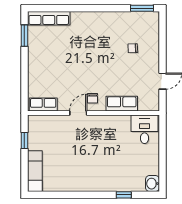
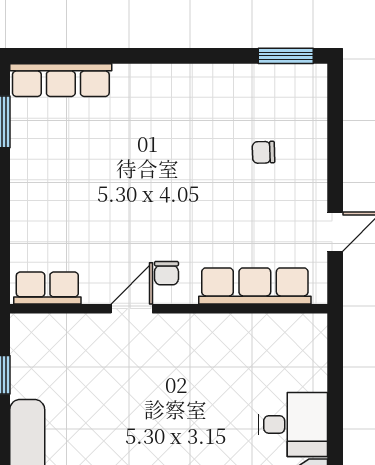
row of seats: (122, 104) -> (255, 286), width x1.48
desk: (144, 129) -> (293, 425), moved, turned 90

